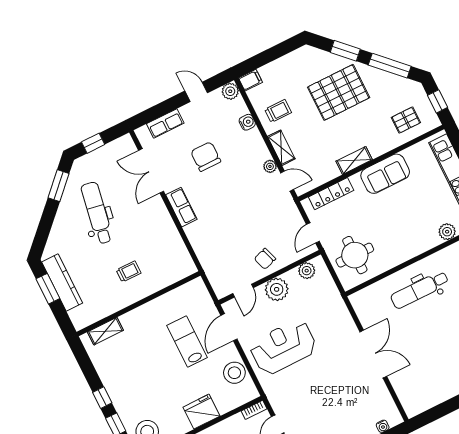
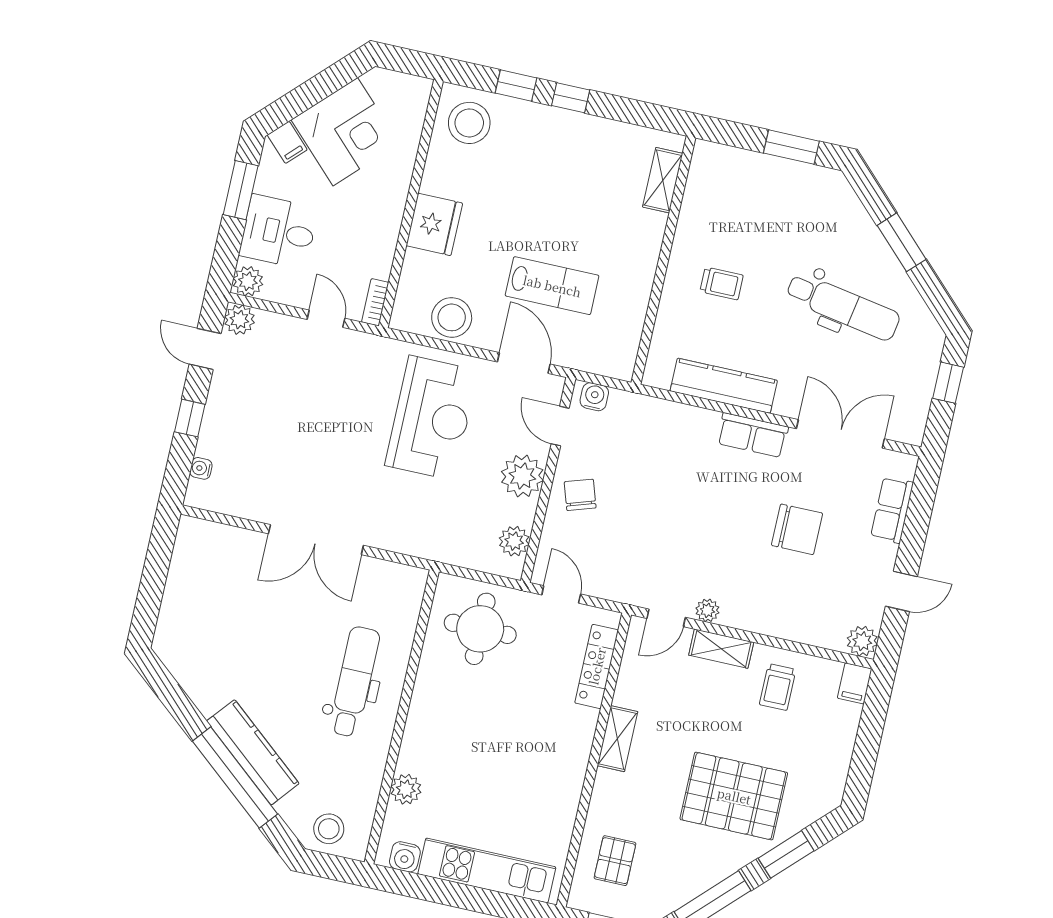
pallet: (339, 92) -> (734, 796), turned 90
water cooler: (247, 122) -> (594, 397), moved, turned 180
sofa: (385, 174) -> (562, 768), removed
window: (58, 186) -> (902, 242), moved
trolley: (129, 272) -> (722, 283), turned -90
kitchen counter: (62, 282) -> (724, 386), moved, turned 180

